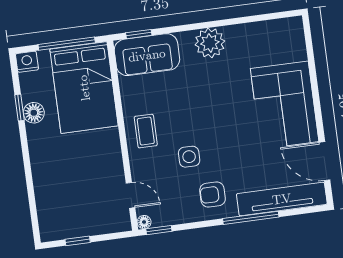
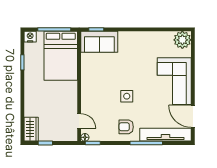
plant: (210, 43) -> (182, 40), moved
floor lamp: (34, 113) -> (30, 66), removed
coffee table: (146, 131) -> (93, 85), removed
side table: (189, 157) -> (127, 96), moved
wardrobe: (50, 220) -> (31, 129), added

